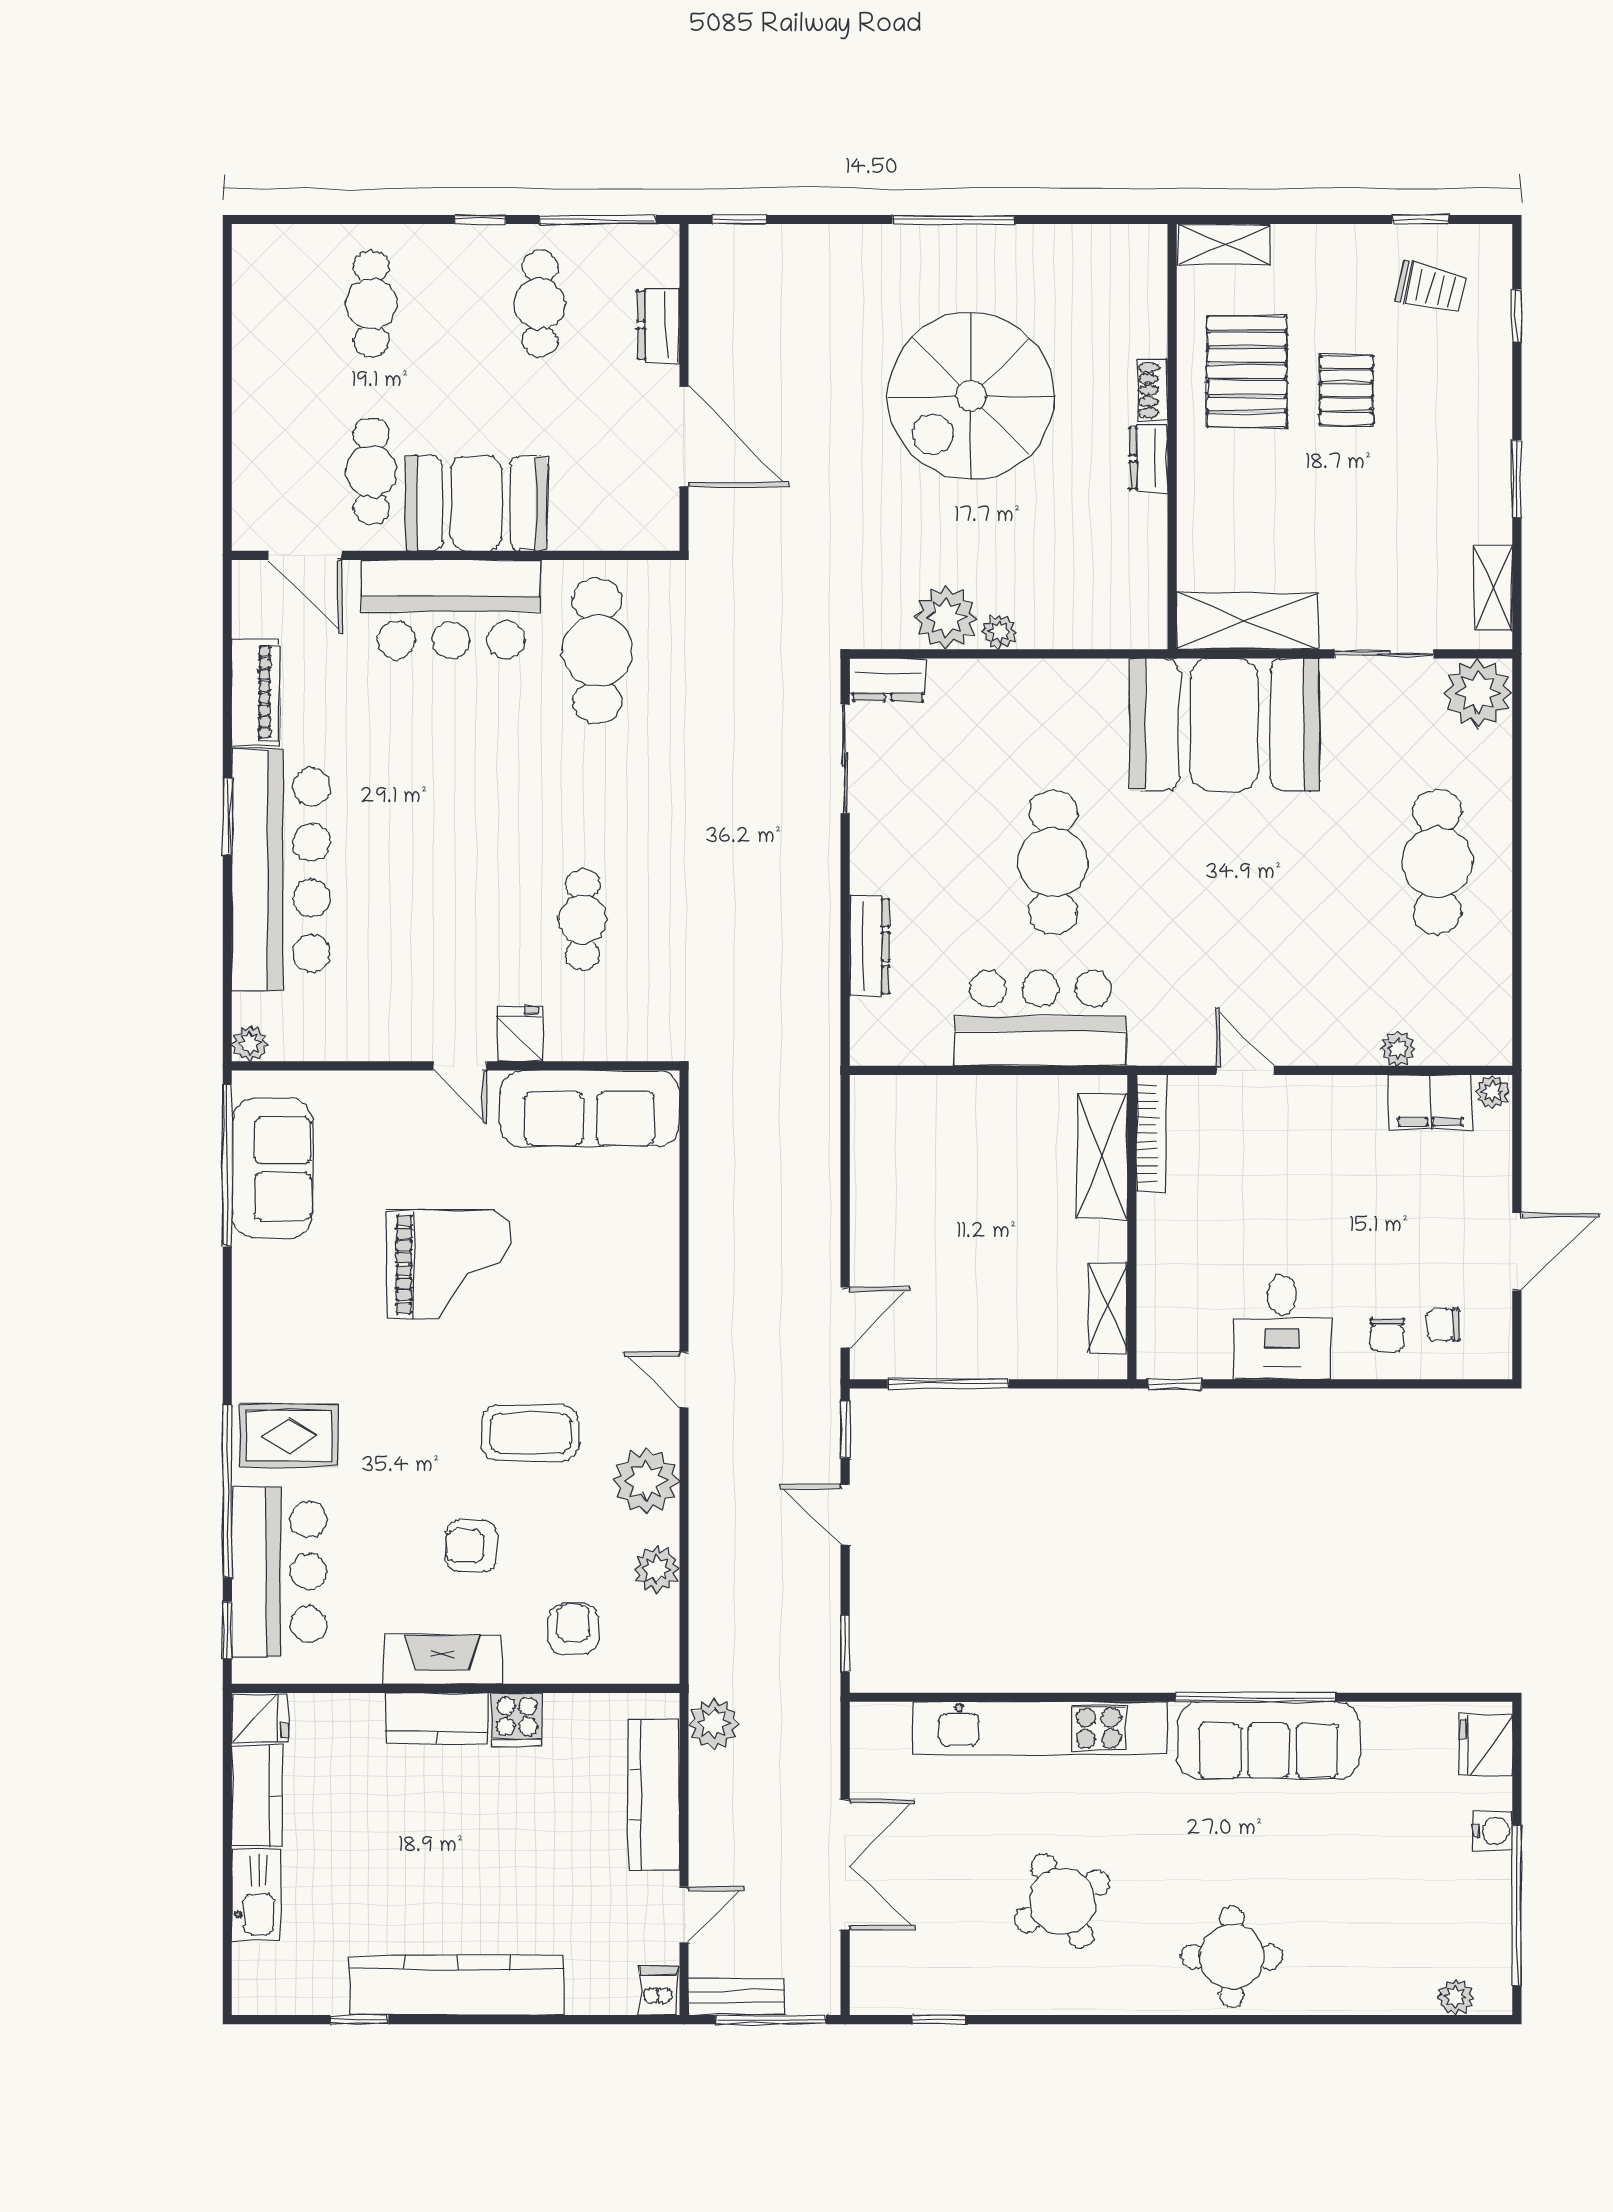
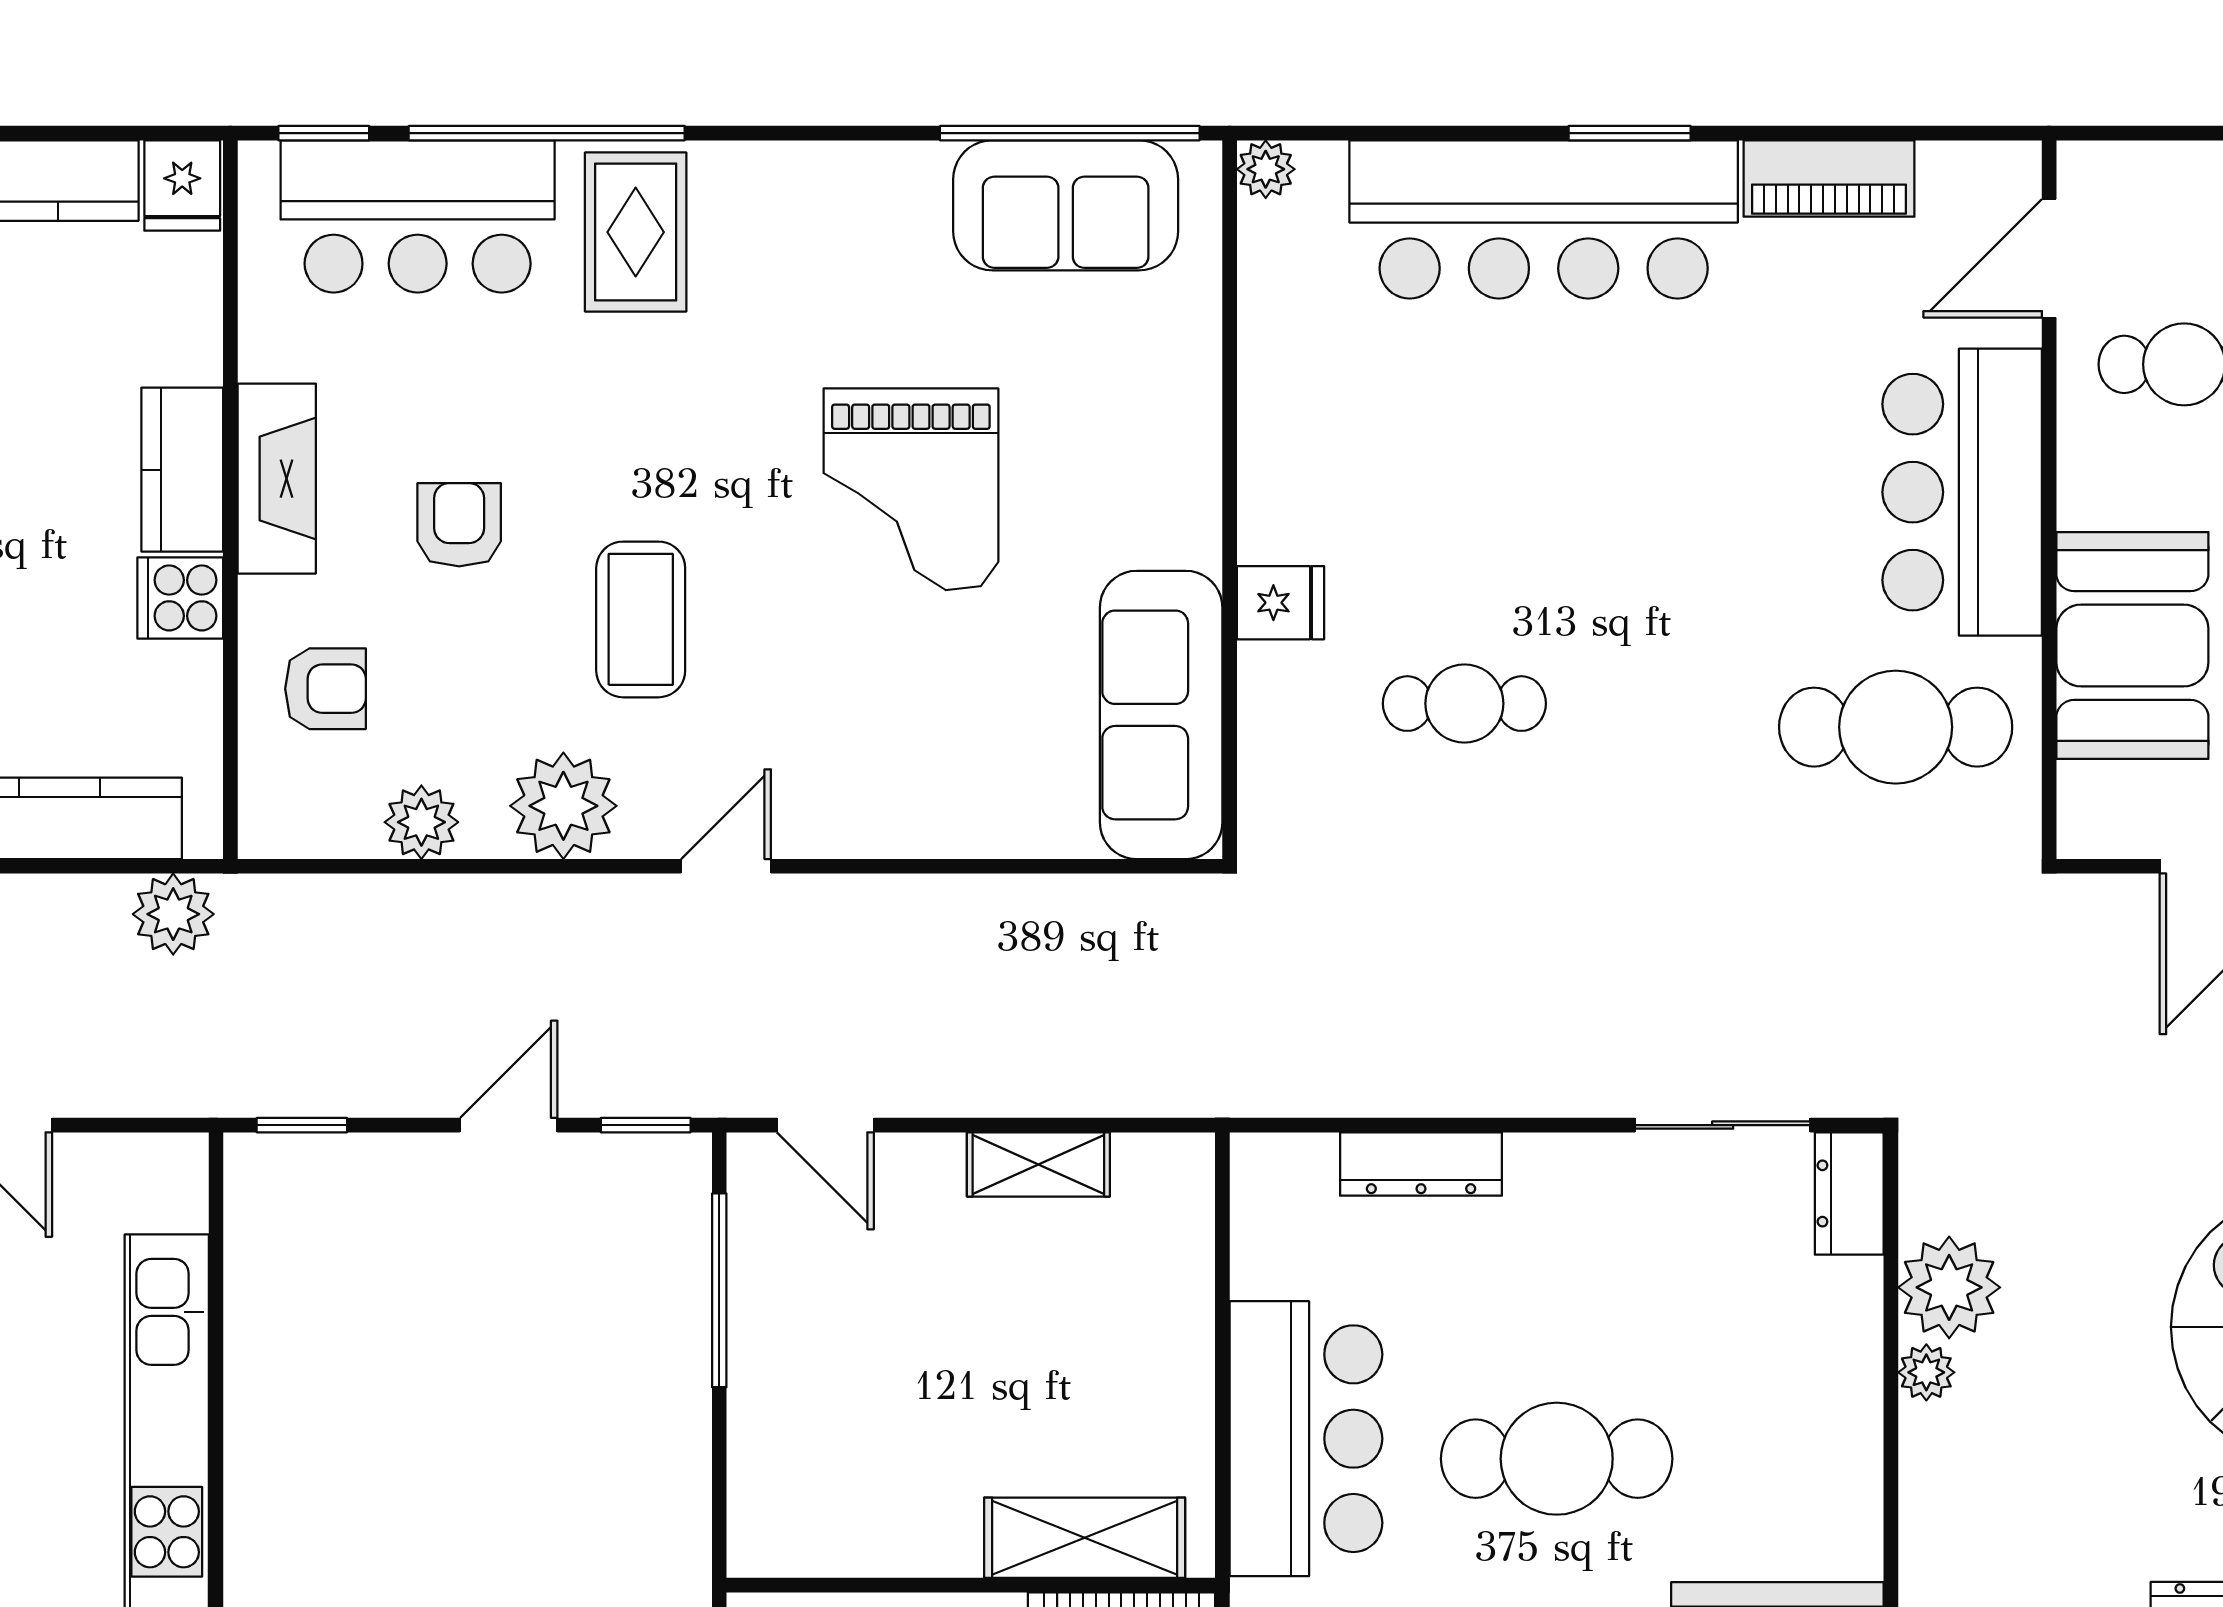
booth: (476, 503) -> (2132, 646), moved
door: (460, 1066) -> (1230, 507), removed
shelving: (1107, 1308) -> (1038, 1164), moved

